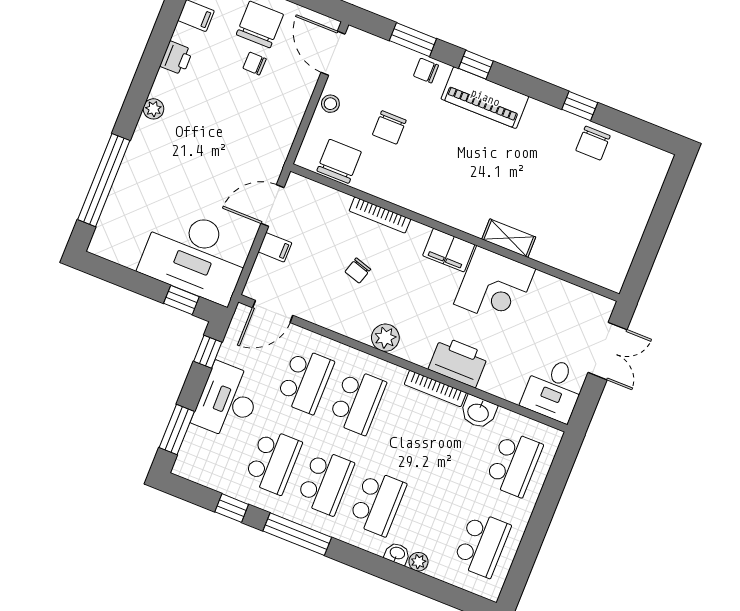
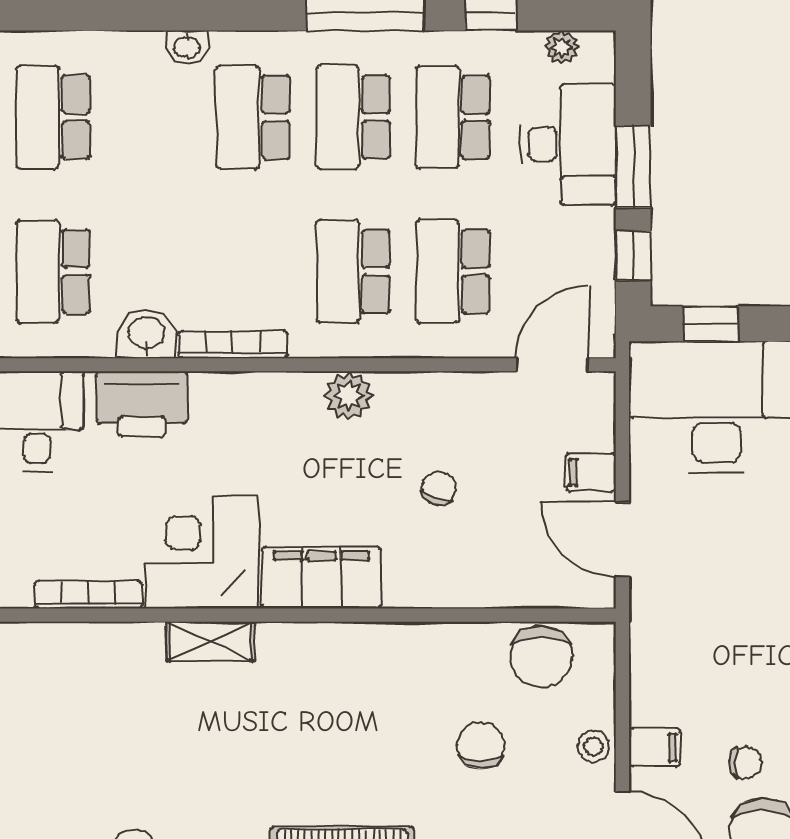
filing cabinet: (299, 90) -> (655, 747), added
door: (272, 206) -> (622, 540), swing flipped
bookcase: (380, 215) -> (88, 595), moved
filing cabinet: (449, 250) -> (322, 578), width x1.50, depth x1.17
printer: (458, 362) -> (142, 404), moved
desk: (227, 401) -> (568, 144), moved
window: (177, 430) -> (633, 167), moved
plant: (418, 562) -> (562, 47), moved

